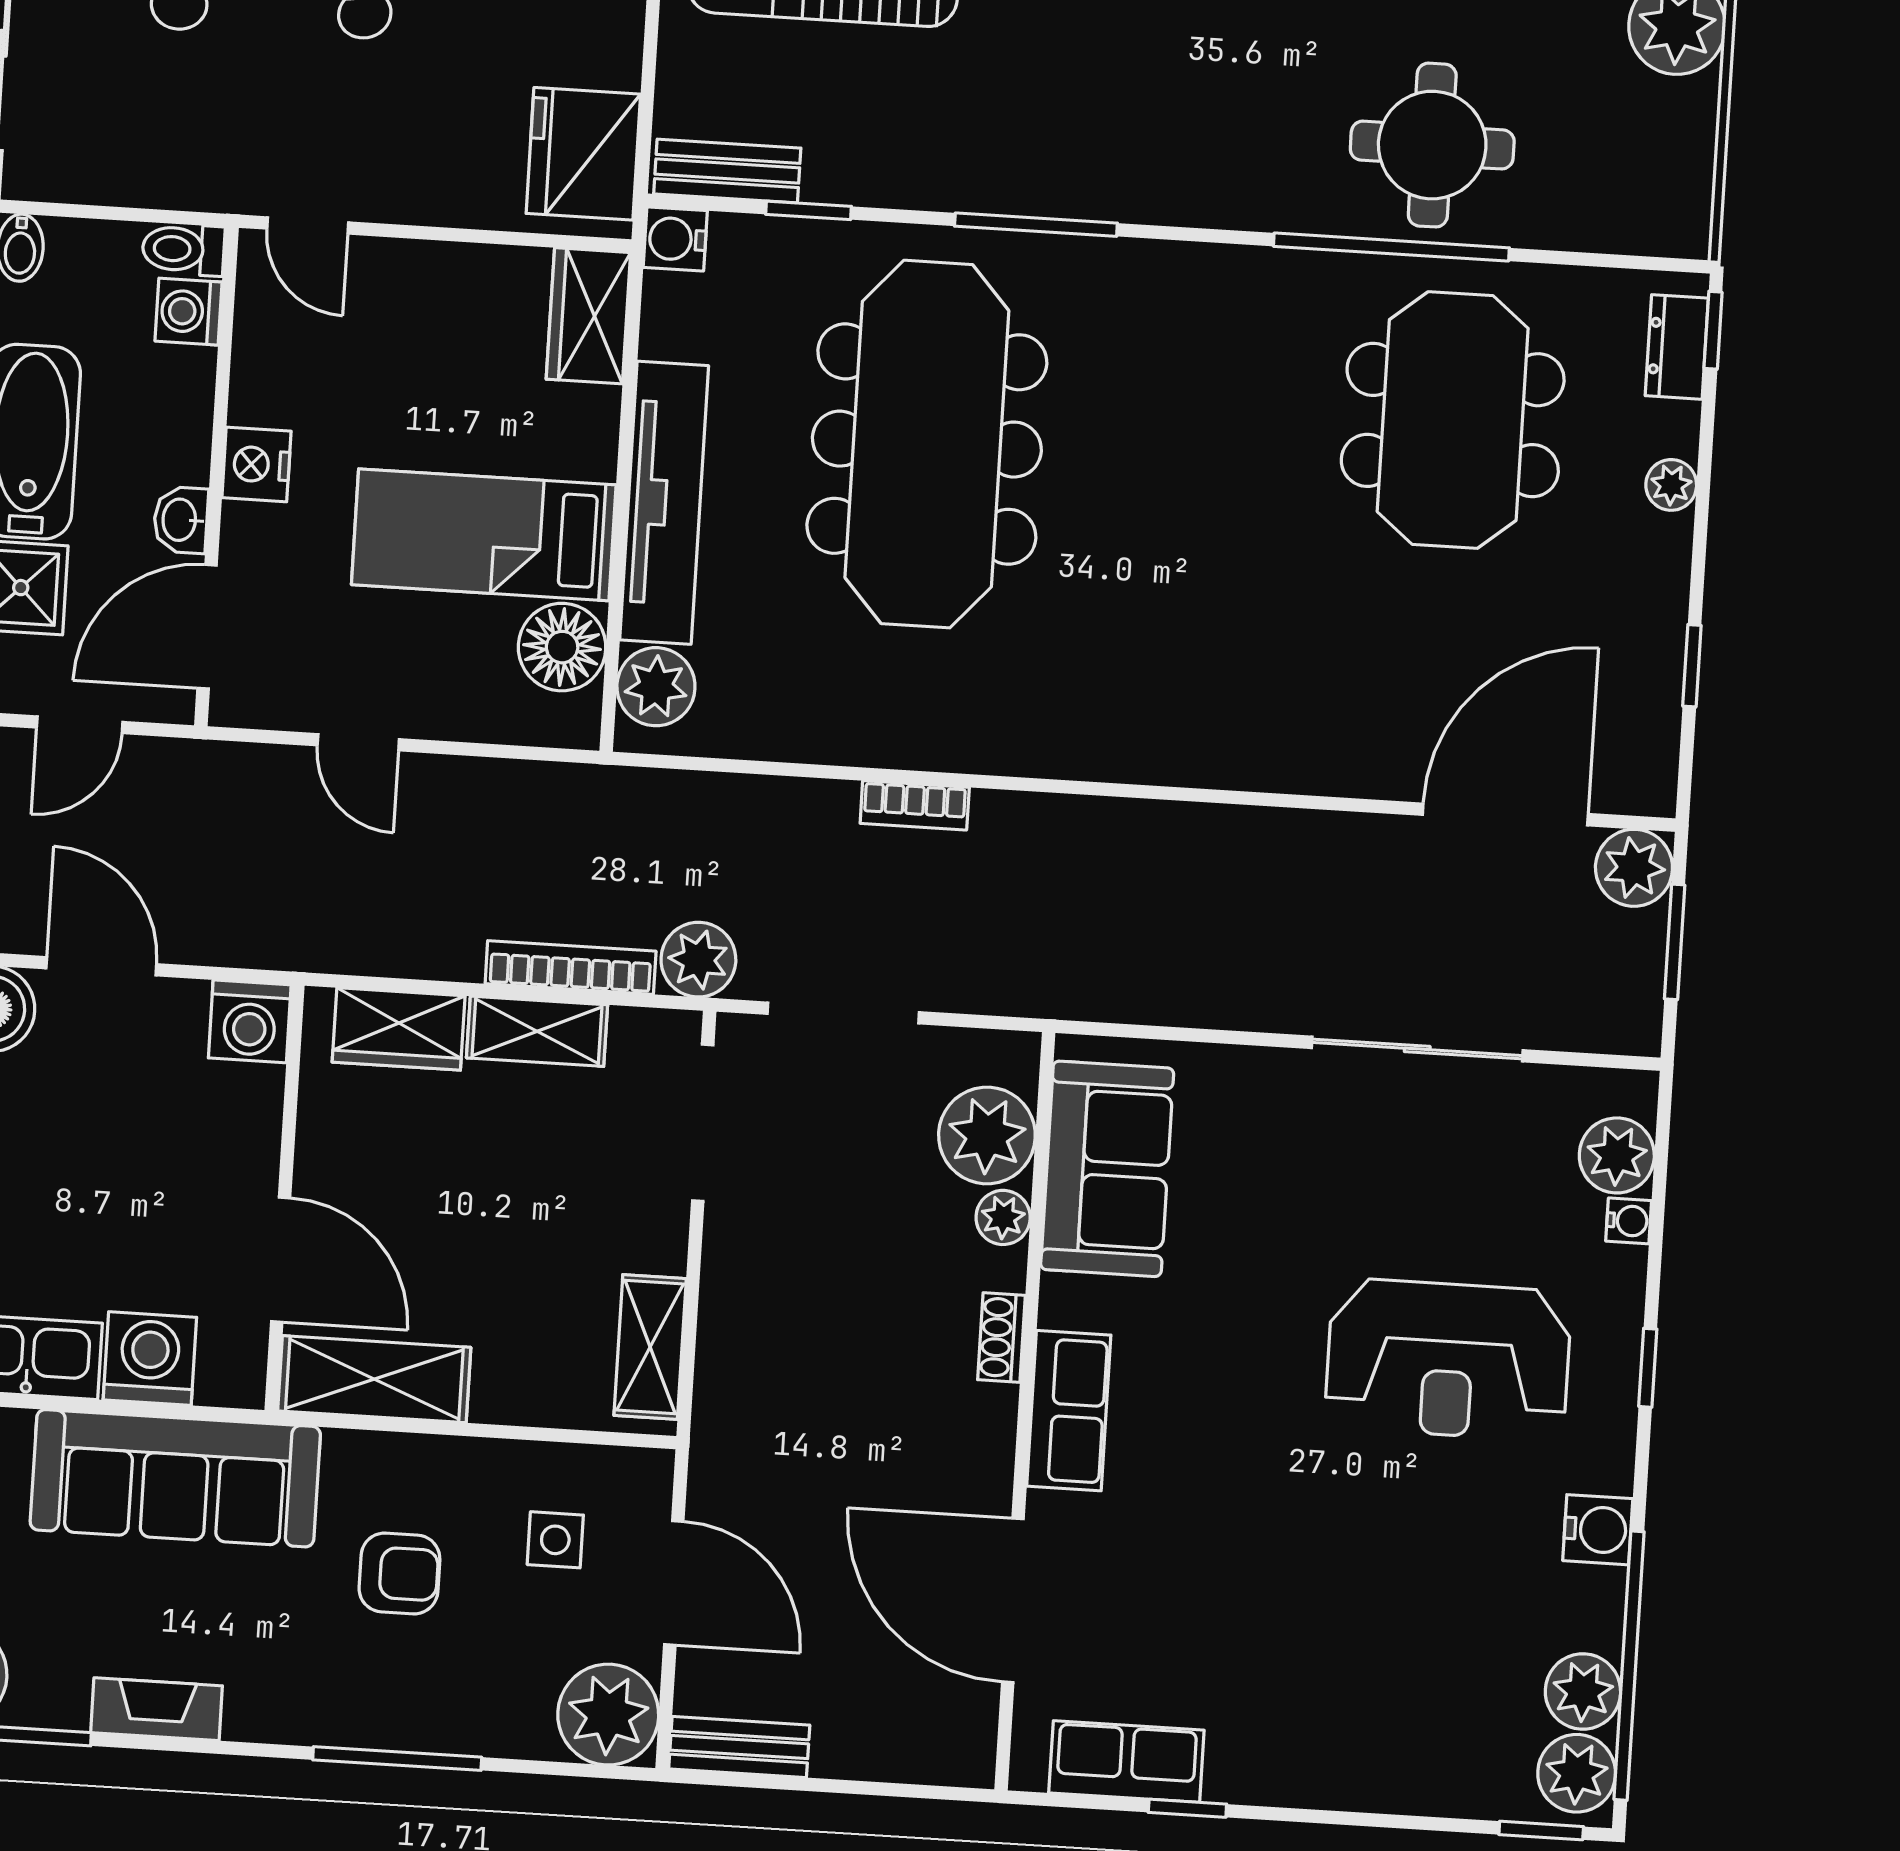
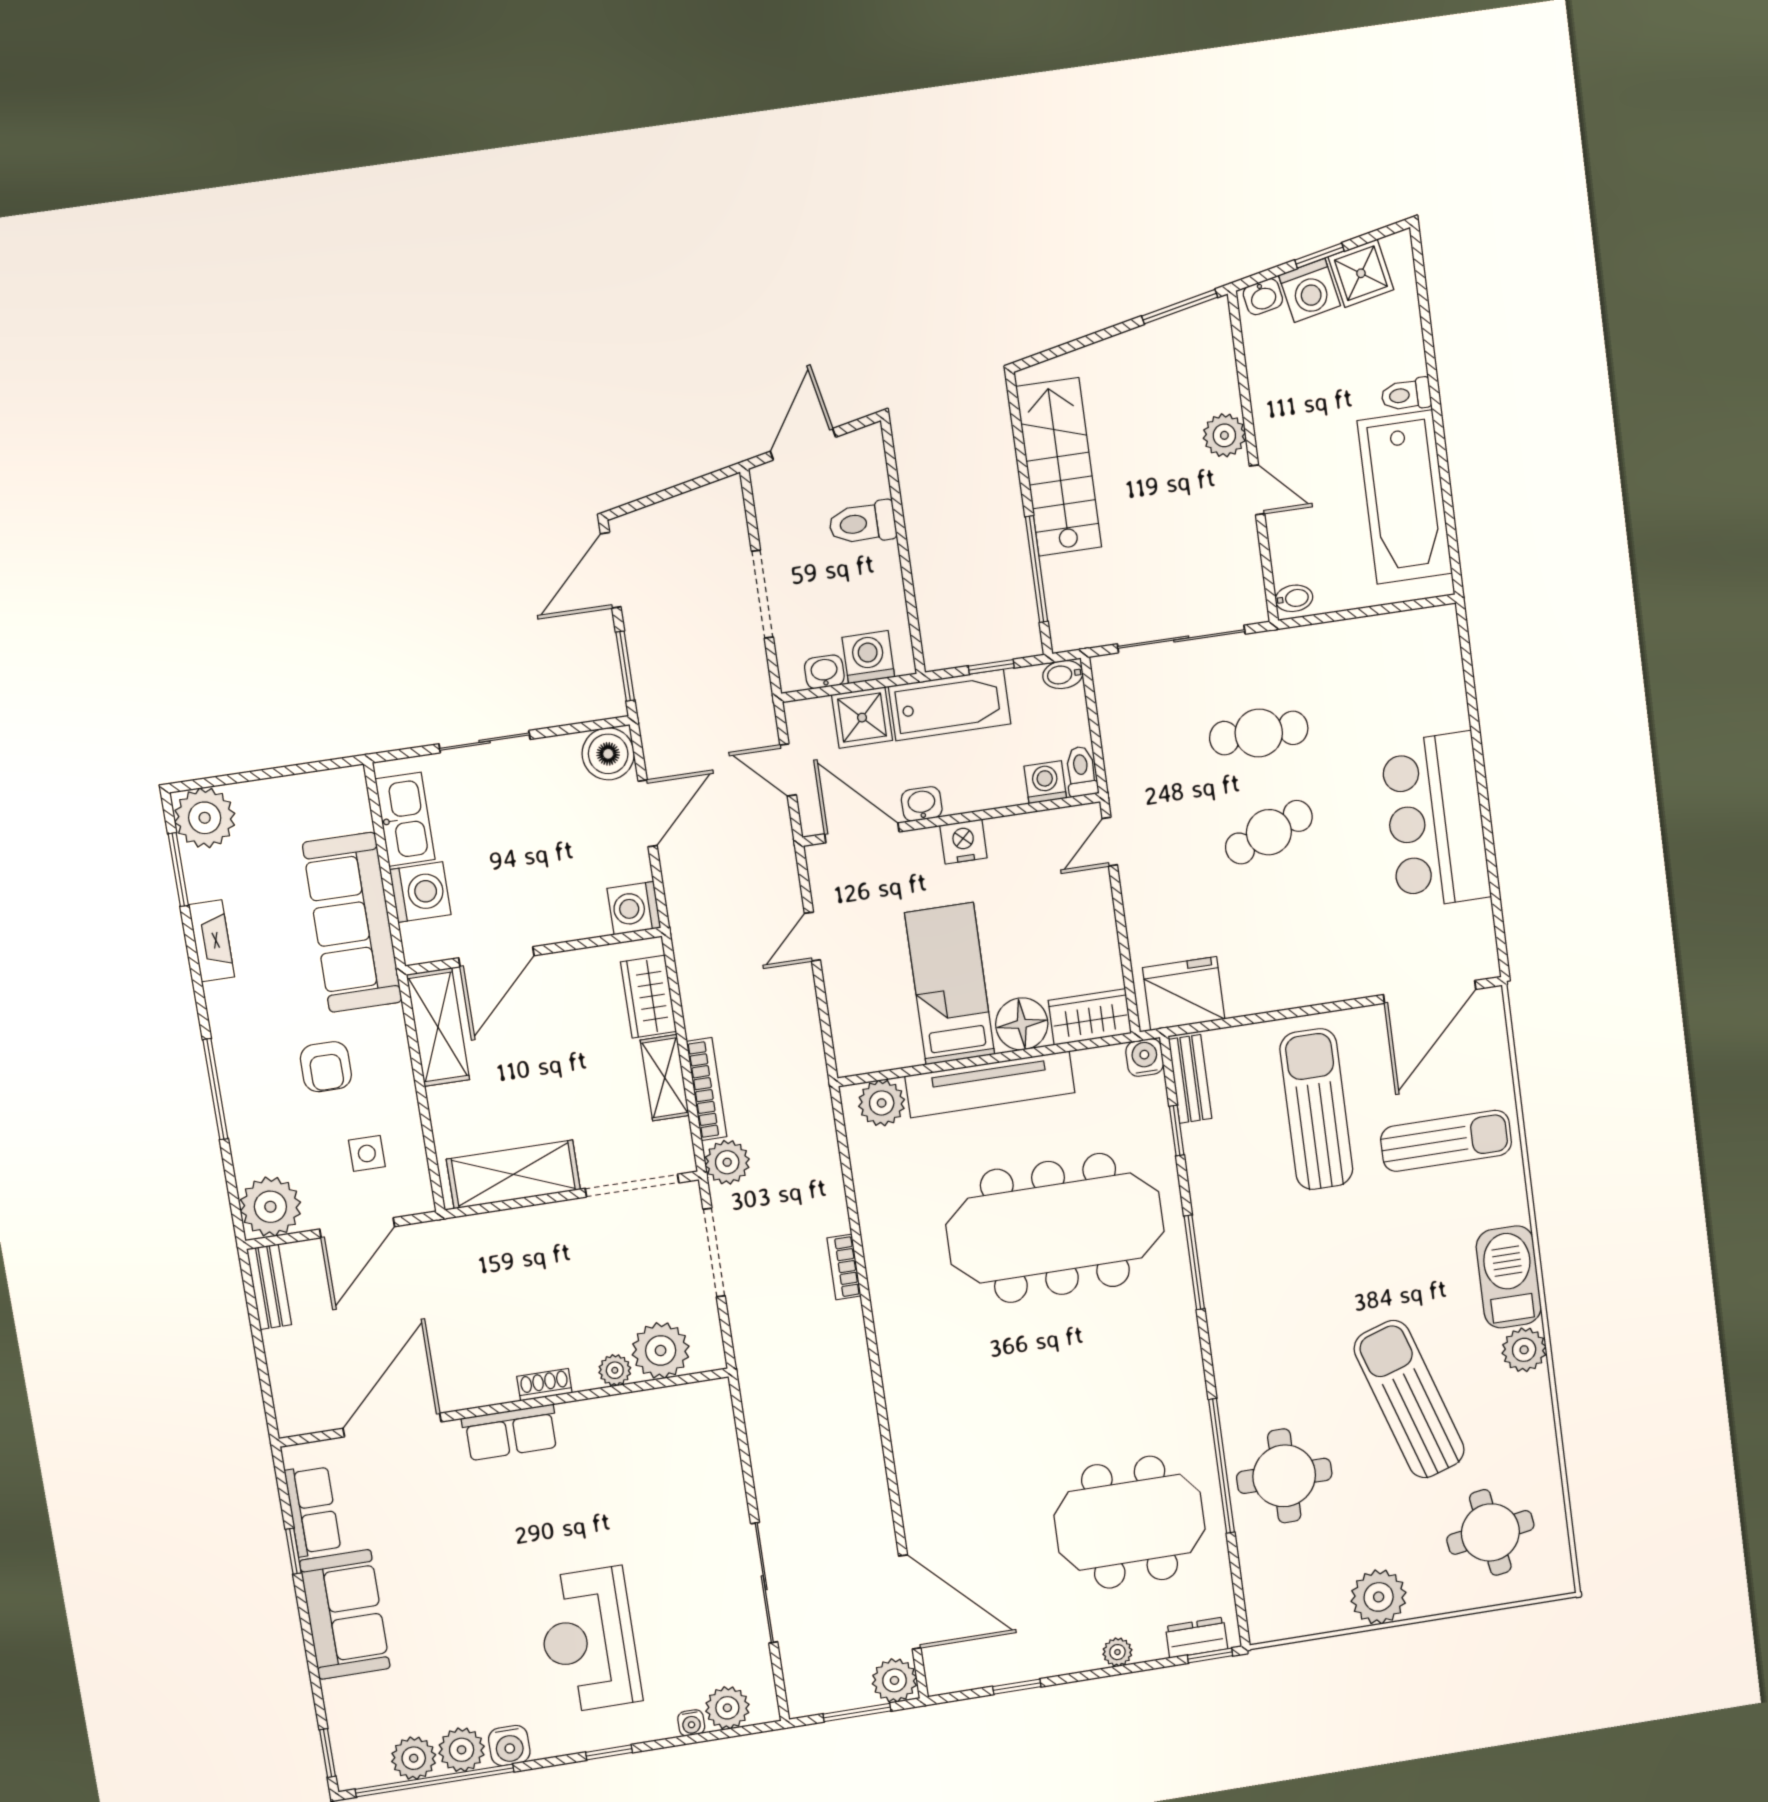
floor lamp: (562, 647) -> (1022, 1024), moved
sofa: (1107, 1169) -> (345, 1614), moved, turned -90
shelving: (650, 1347) -> (513, 1174), width x1.50, depth x1.33
plant: (1577, 1773) -> (462, 1750), moved

